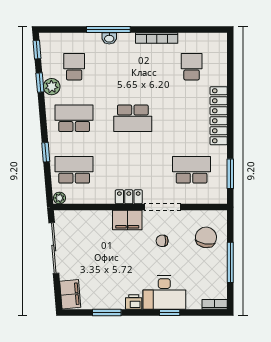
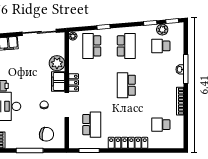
school desk: (74, 67) -> (161, 46), turned 180
school desk: (192, 67) -> (161, 125), turned 180
plant: (52, 87) -> (162, 30), moved
school desk: (74, 170) -> (92, 46), turned 180
plant: (100, 222) -> (57, 63), added

